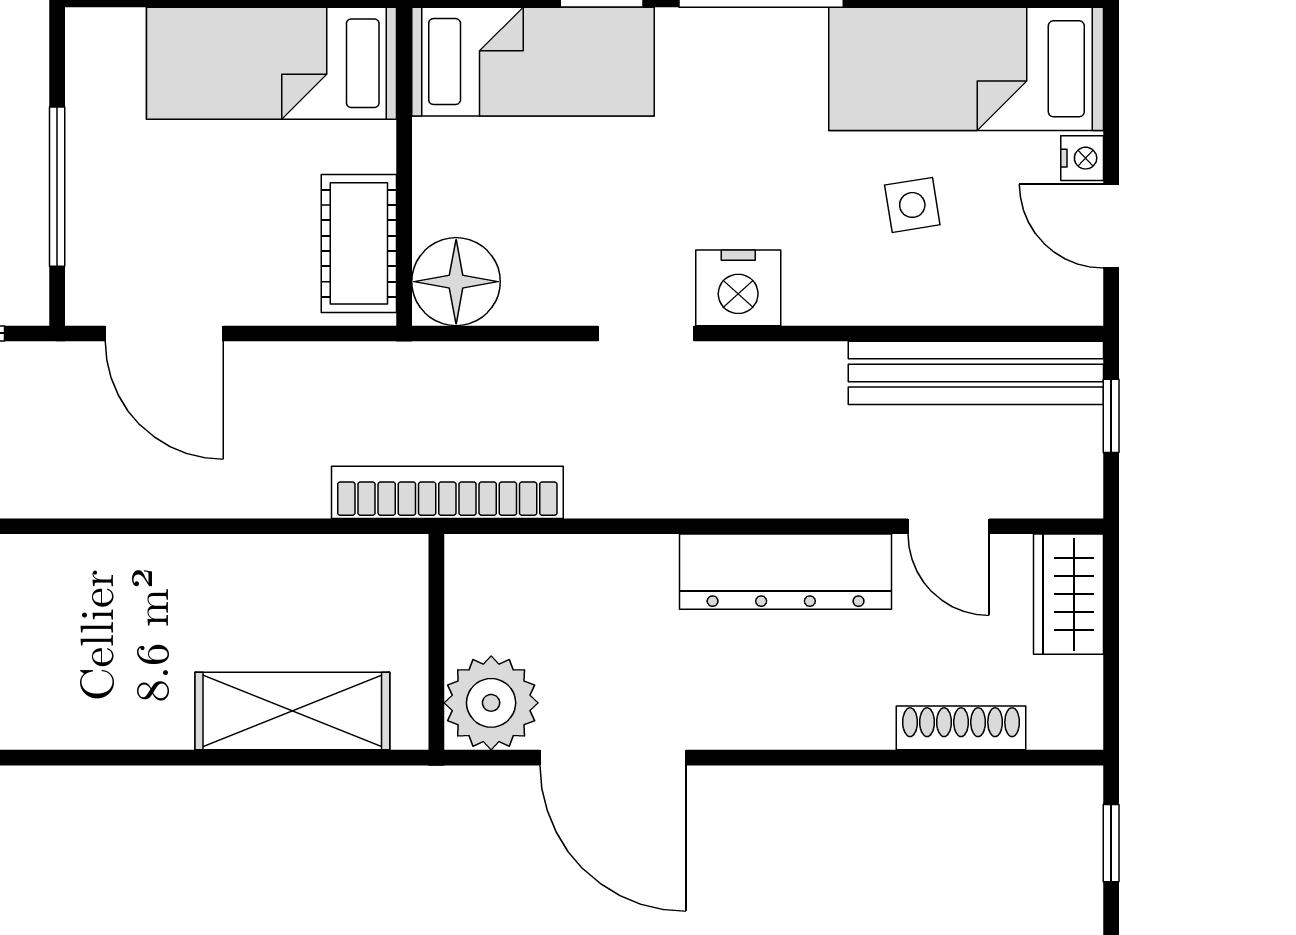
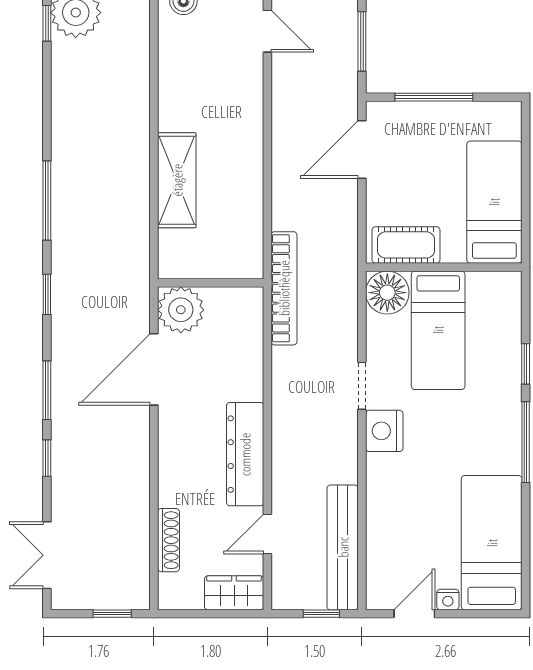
bed: (533, 62) -> (438, 330), moved
side table: (912, 205) -> (425, 516), removed
shelving: (292, 711) -> (177, 180), moved

